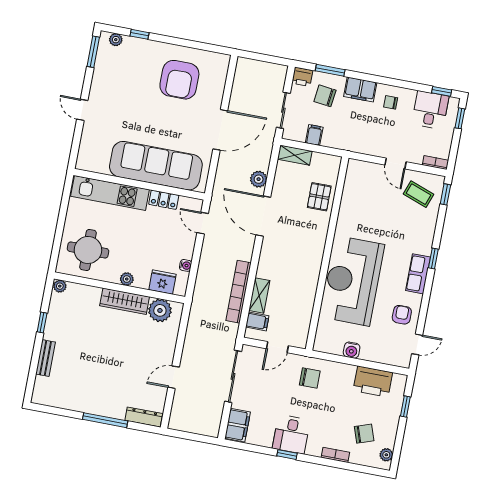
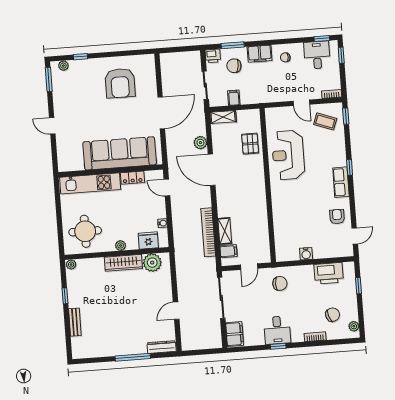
reception desk: (353, 281) -> (288, 155), moved, width x0.74, depth x0.77

